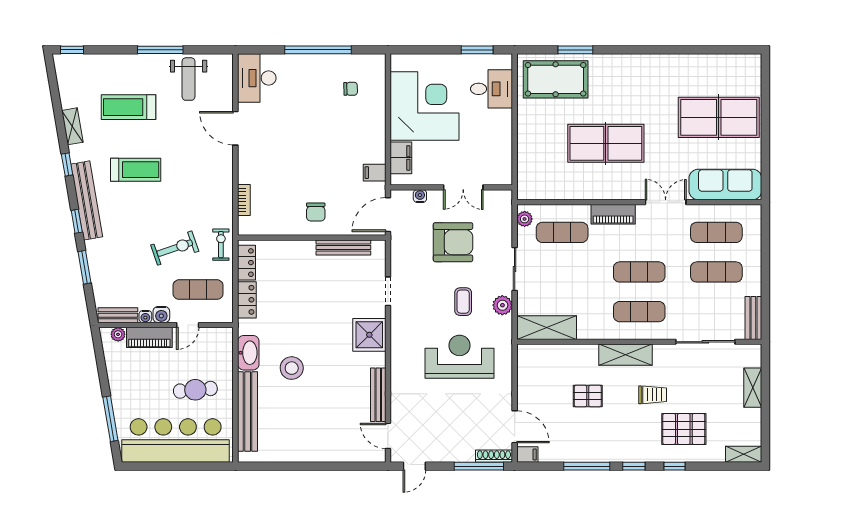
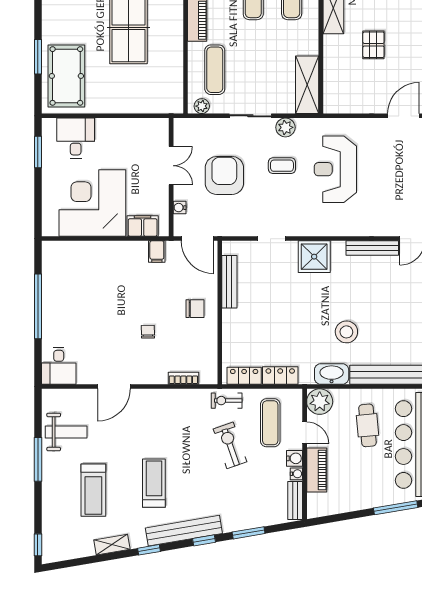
desk: (257, 78) -> (59, 366), width x0.73
chair: (351, 89) -> (148, 332), moved
plant: (118, 334) -> (320, 402), moved, width x1.88, depth x1.88

